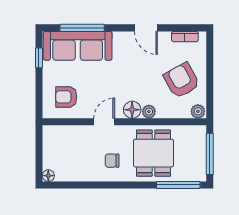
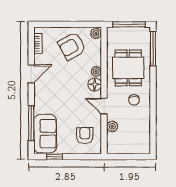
sofa: (78, 46) -> (45, 134), width x0.73
armchair: (66, 97) -> (85, 135), turned 180
plant: (78, 133) -> (112, 126), added
dining table: (153, 153) -> (128, 68), turned 90
floor lamp: (48, 176) -> (146, 149), removed

